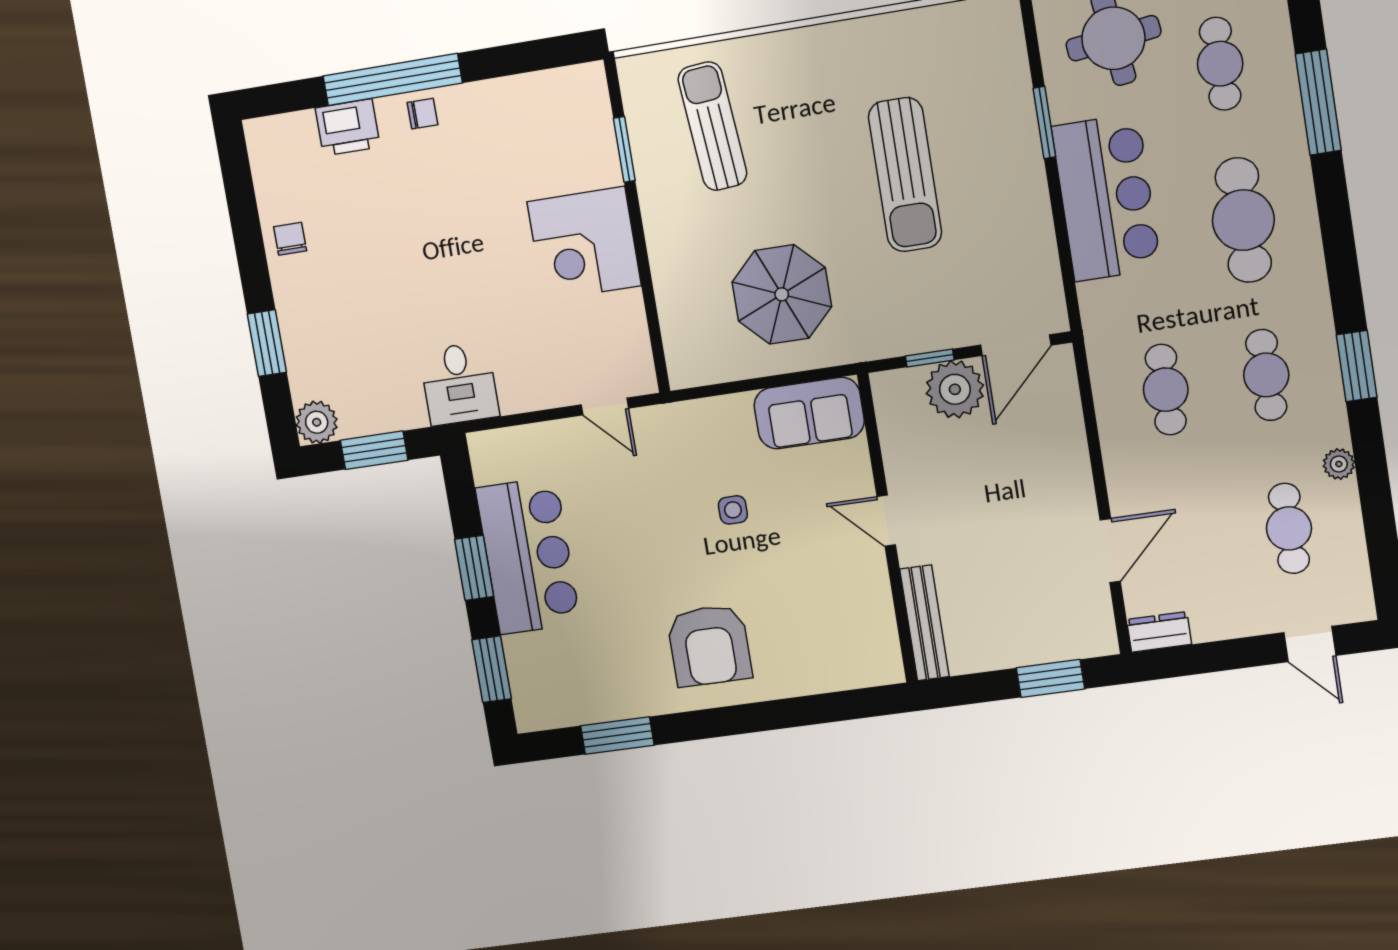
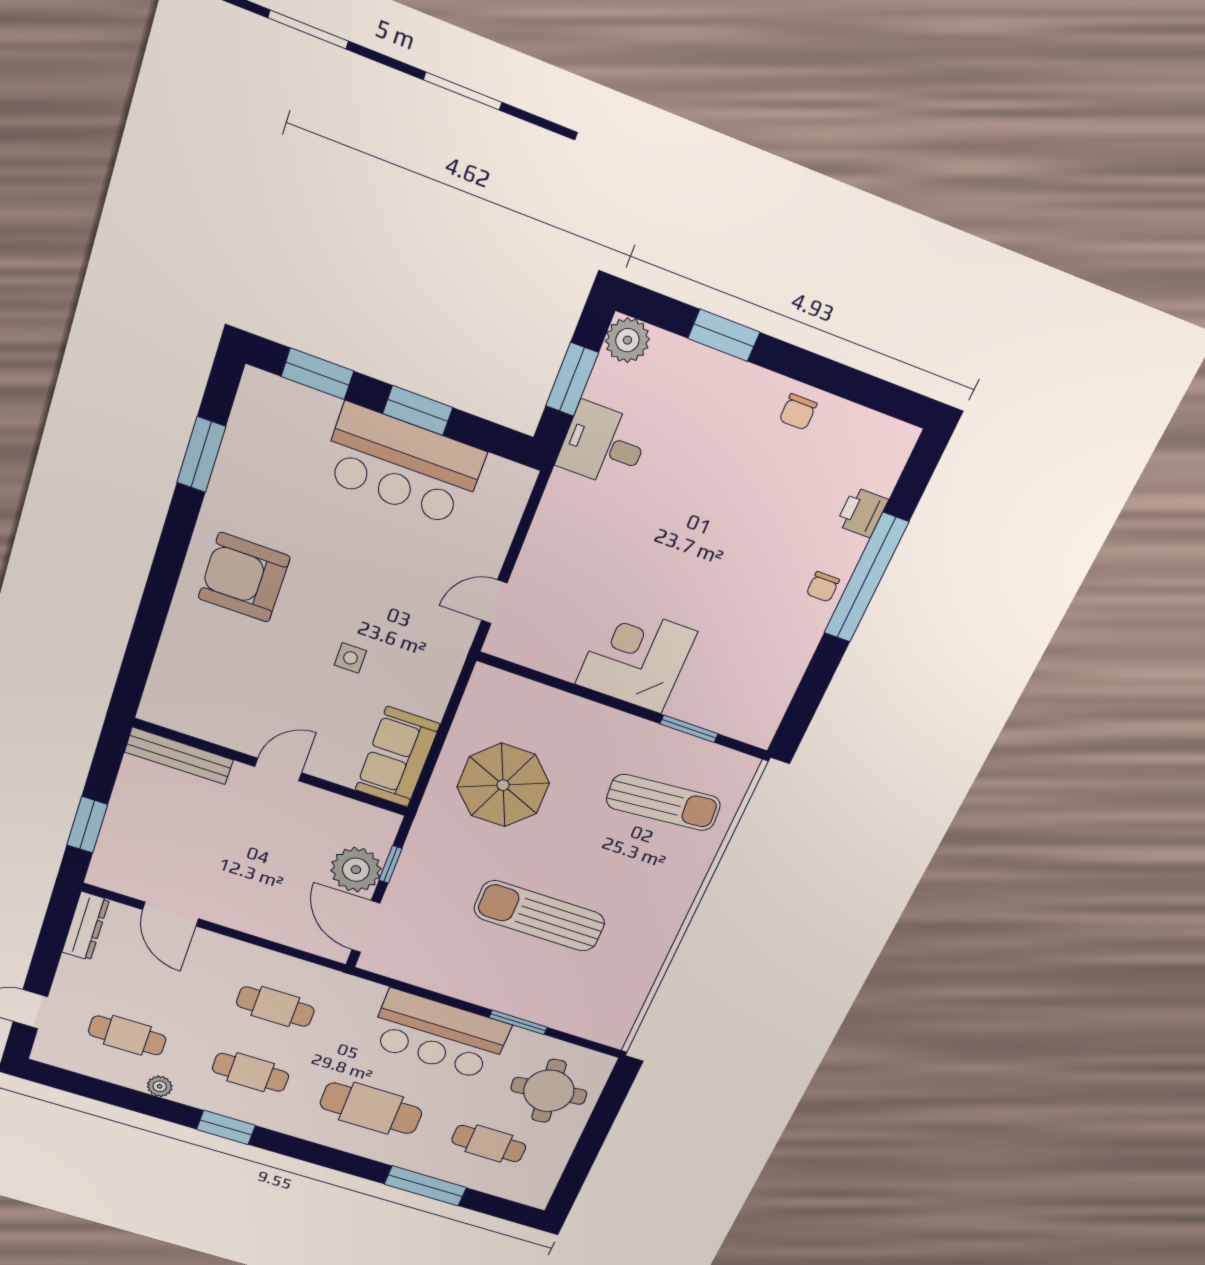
printer: (348, 127) -> (862, 512), width x0.73, depth x0.81
chair: (290, 239) -> (798, 412), turned 90
desk: (459, 384) -> (603, 445), moved
dresser: (1159, 632) -> (86, 926), width x1.44

